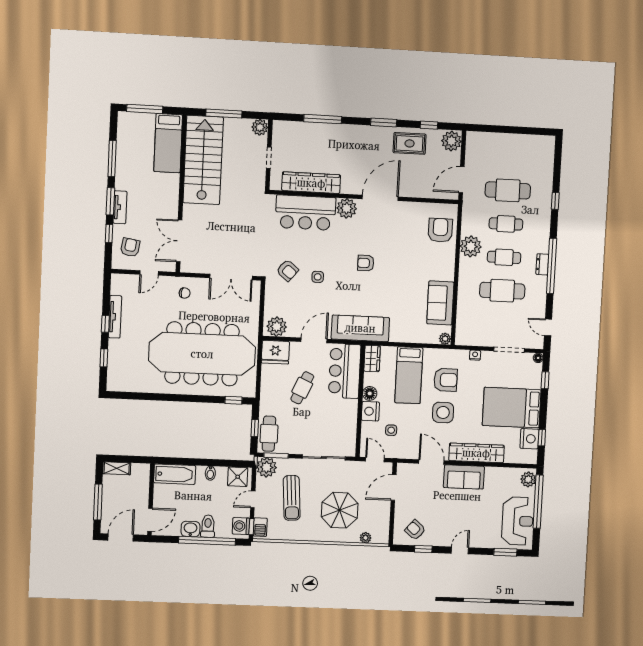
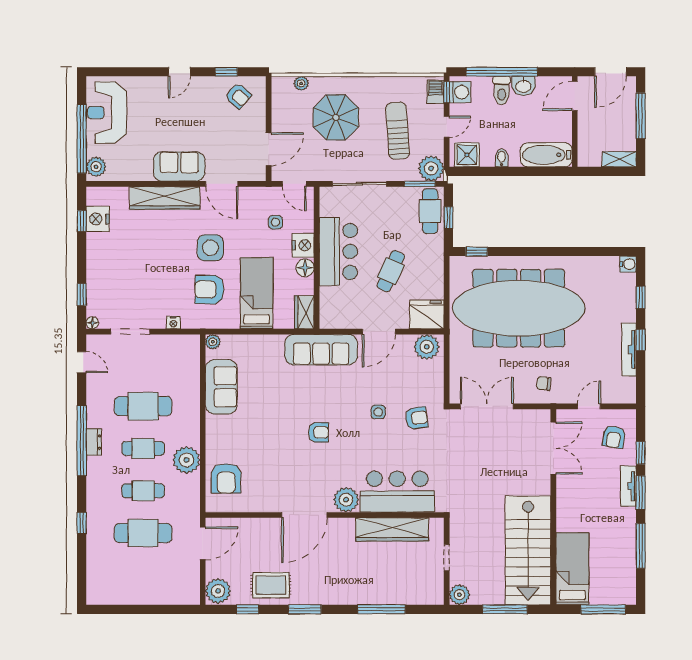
armchair: (287, 270) -> (417, 418), turned 133
bar counter: (345, 371) -> (338, 251), moved
water cooler: (113, 385) -> (628, 264), added
bed: (512, 408) -> (123, 258), removed
window: (505, 552) -> (120, 72), removed

